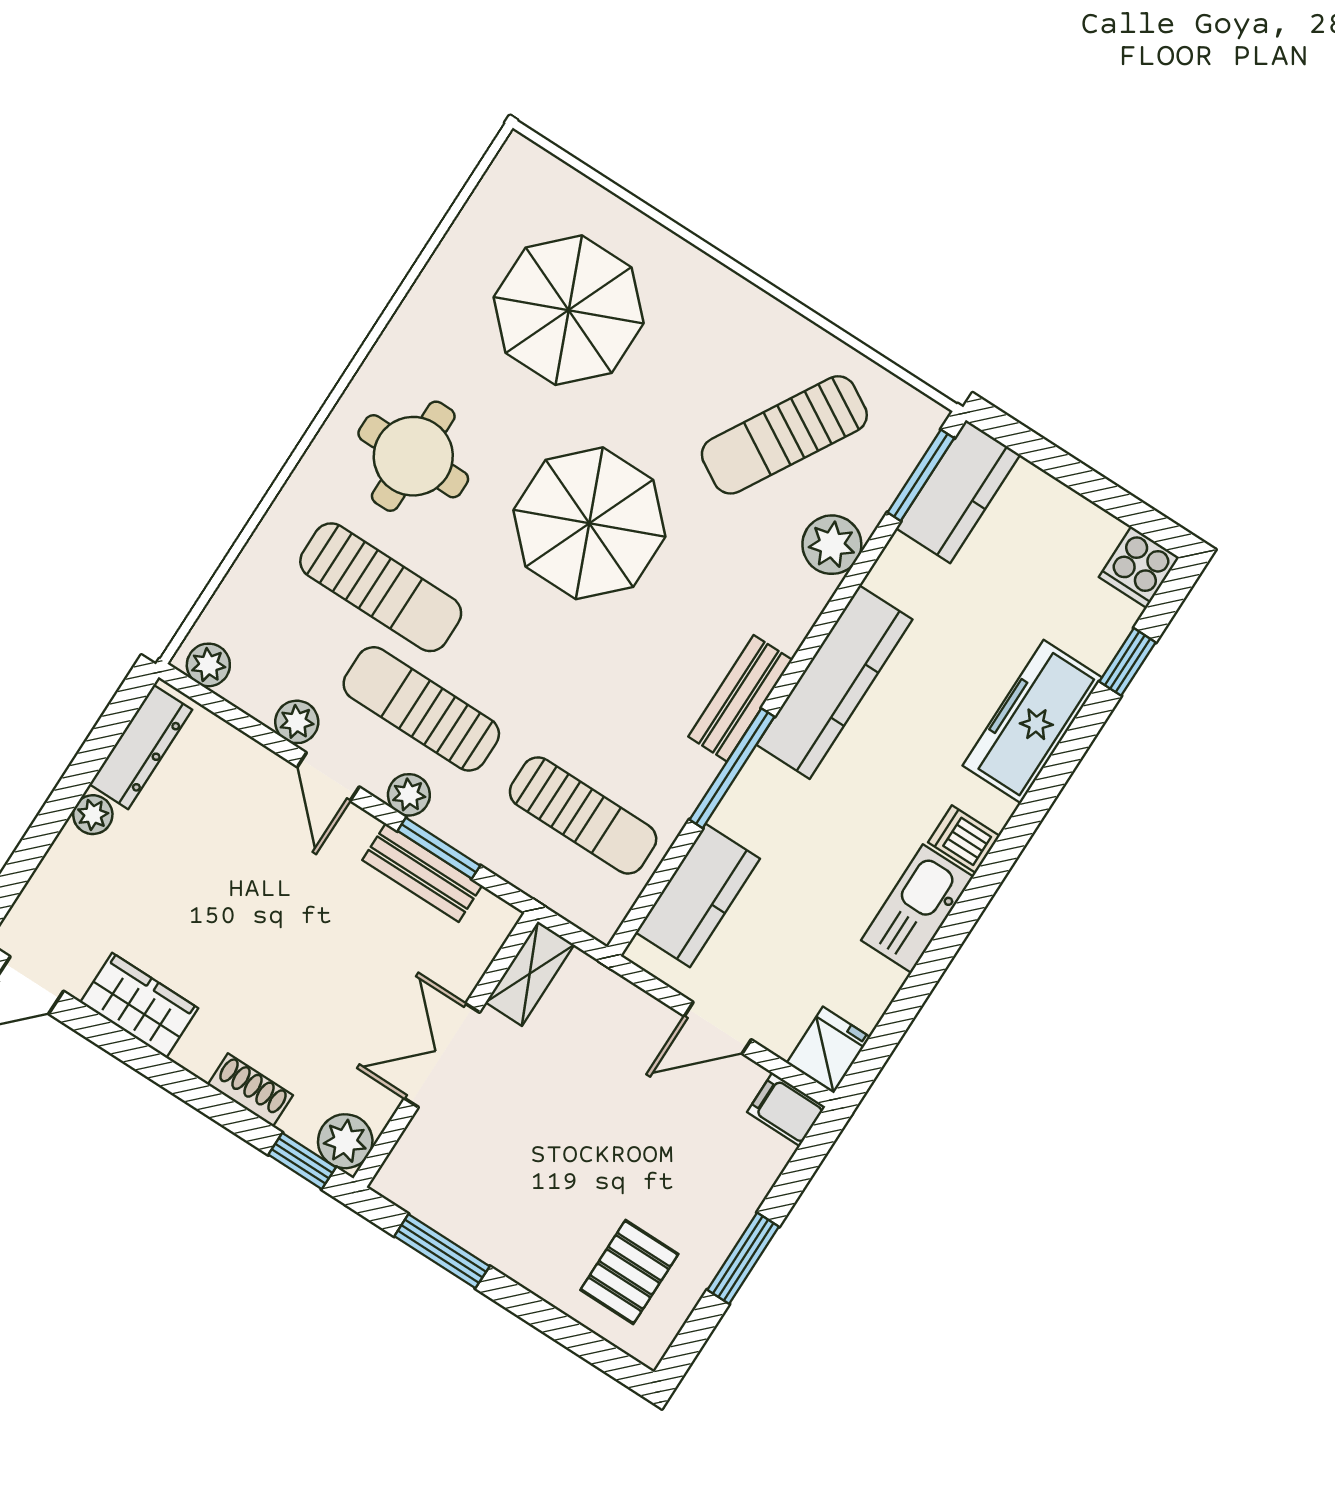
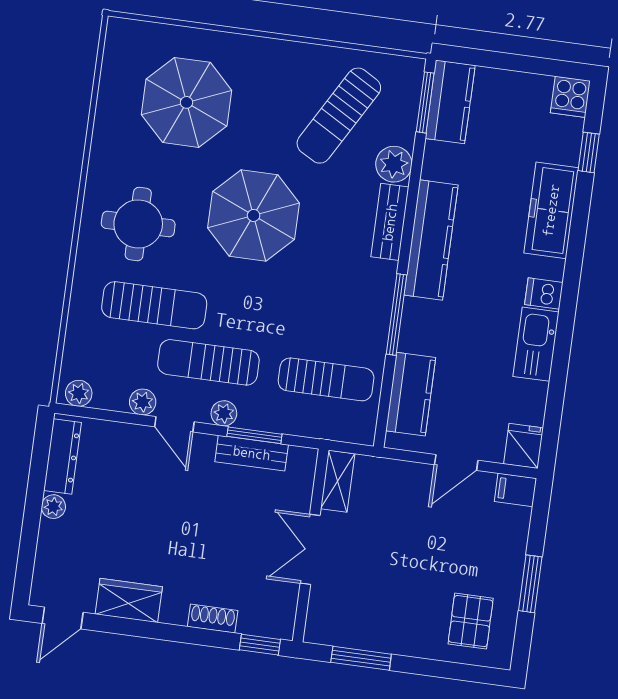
bench: (740, 698) -> (390, 222), moved
plant: (345, 1141) -> (279, 622), removed

